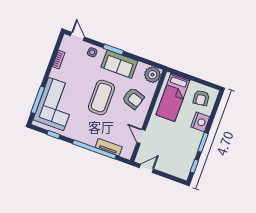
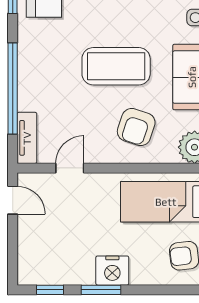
nightstand: (200, 122) -> (112, 271), moved
tv unit: (109, 147) -> (27, 138), moved

